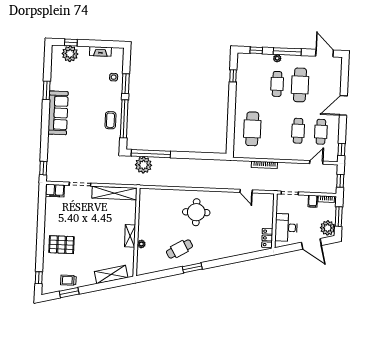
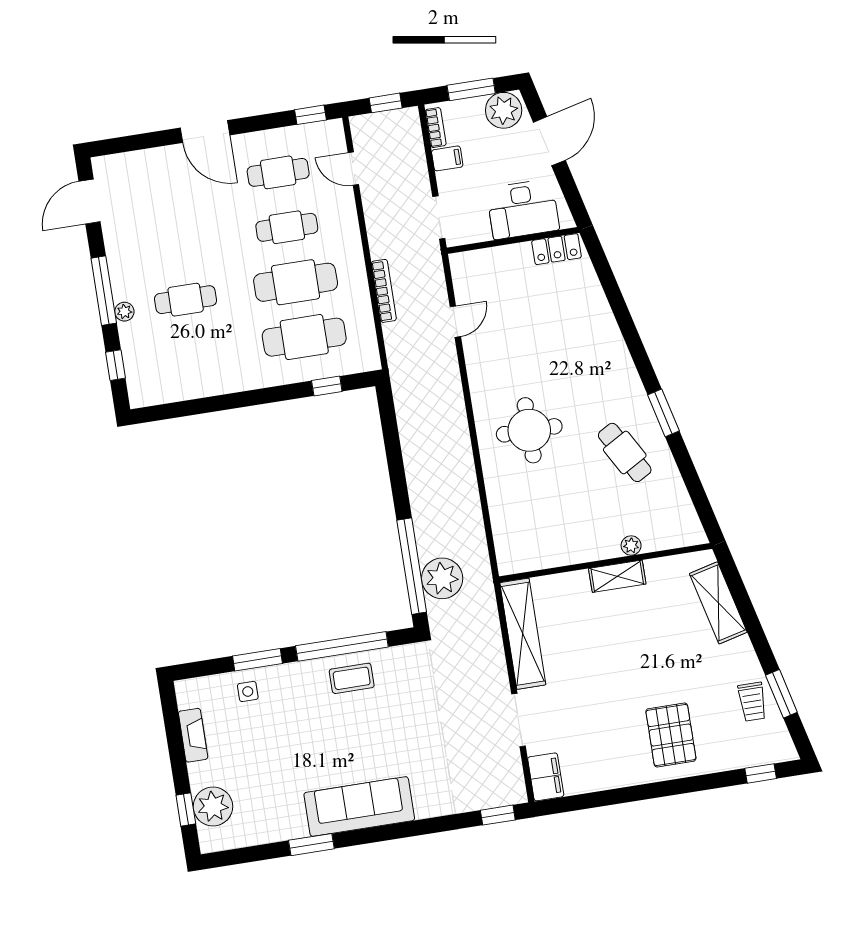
window: (233, 76) -> (327, 386), moved
cafe table: (300, 85) -> (296, 282), moved

